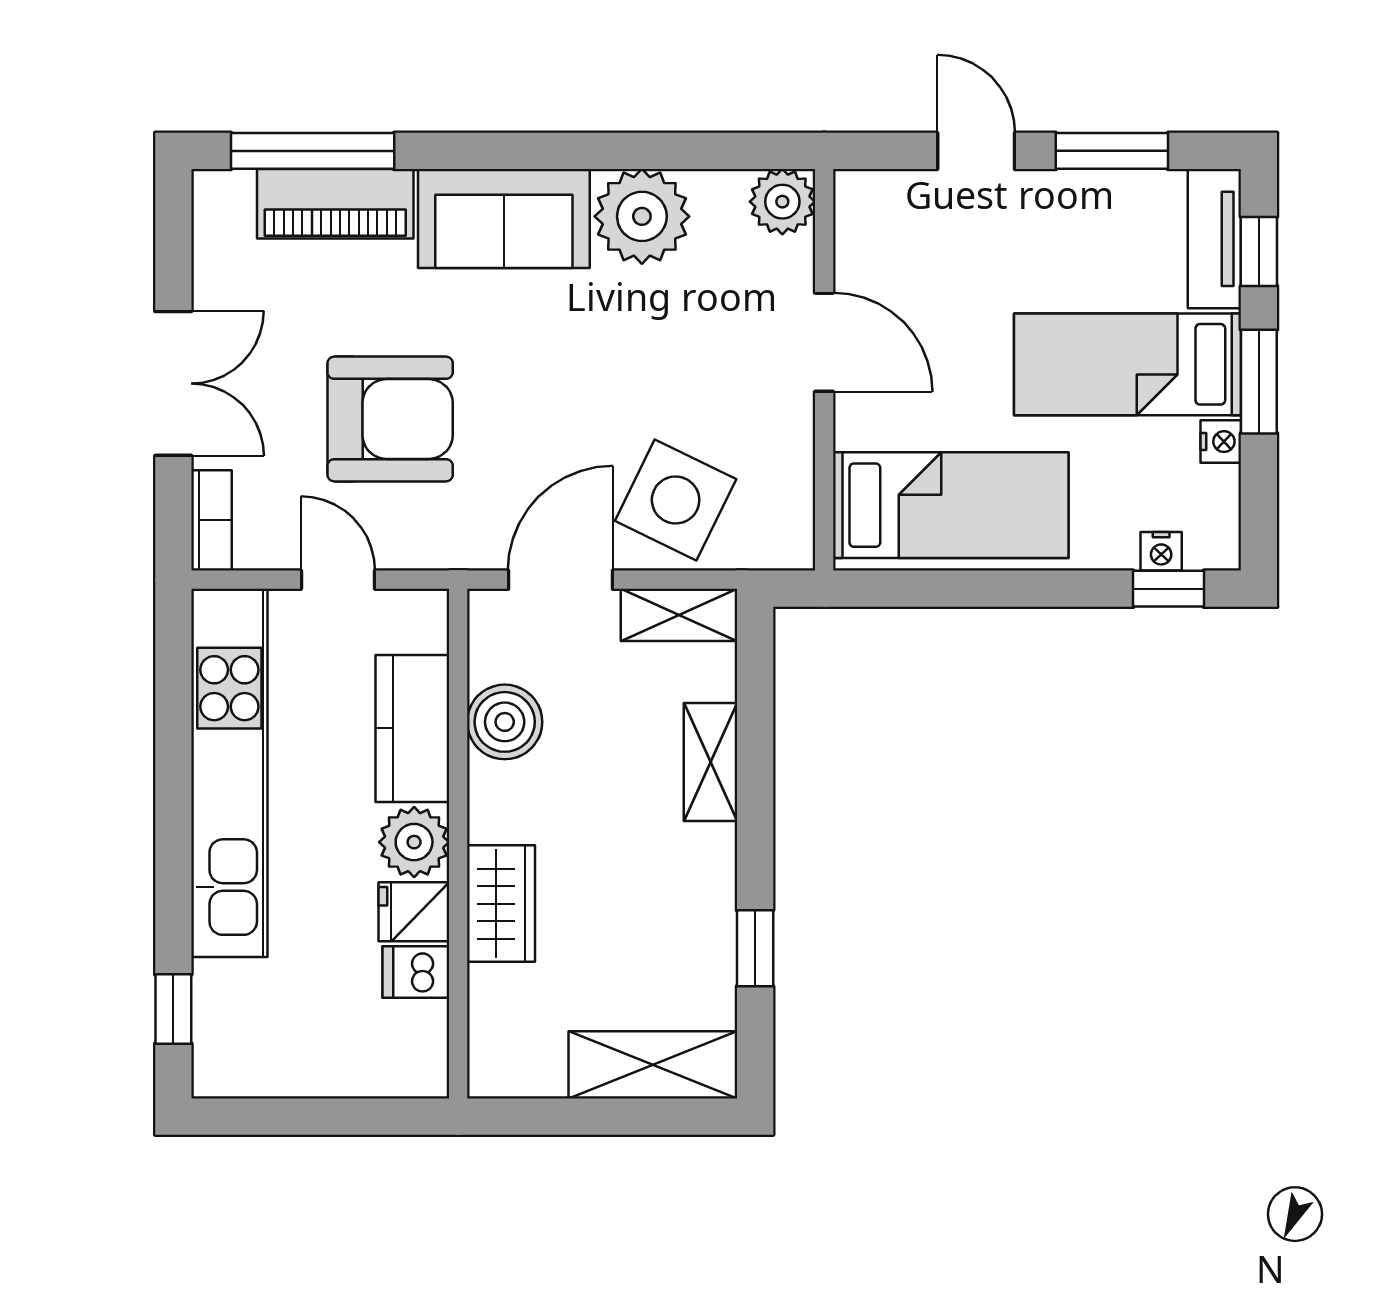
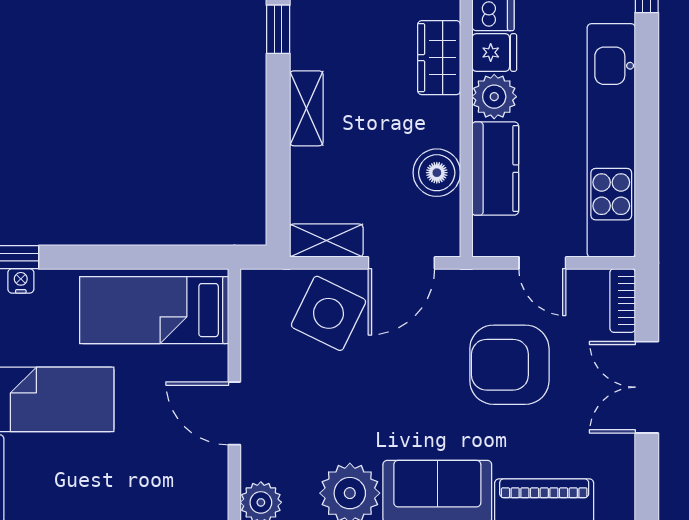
shelving: (711, 762) -> (306, 108), moved

